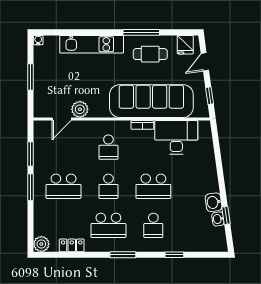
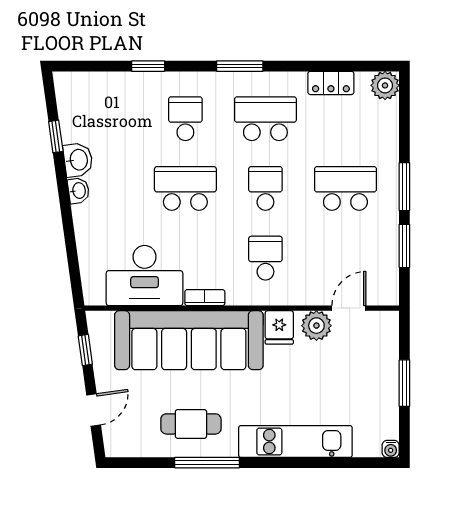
fridge: (185, 45) -> (279, 327), moved, turned 180
washbasin: (218, 219) -> (79, 191), moved

